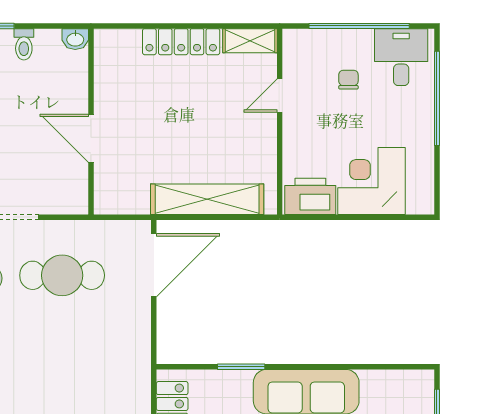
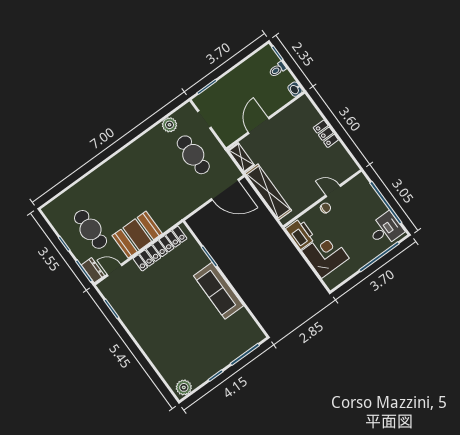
shelving: (250, 41) -> (241, 157), moved
locker: (181, 42) -> (326, 134), width x0.66
chair: (348, 80) -> (326, 208), moved

